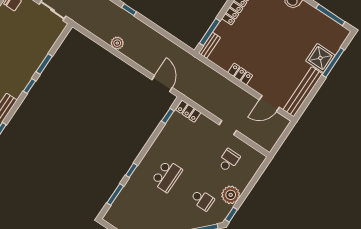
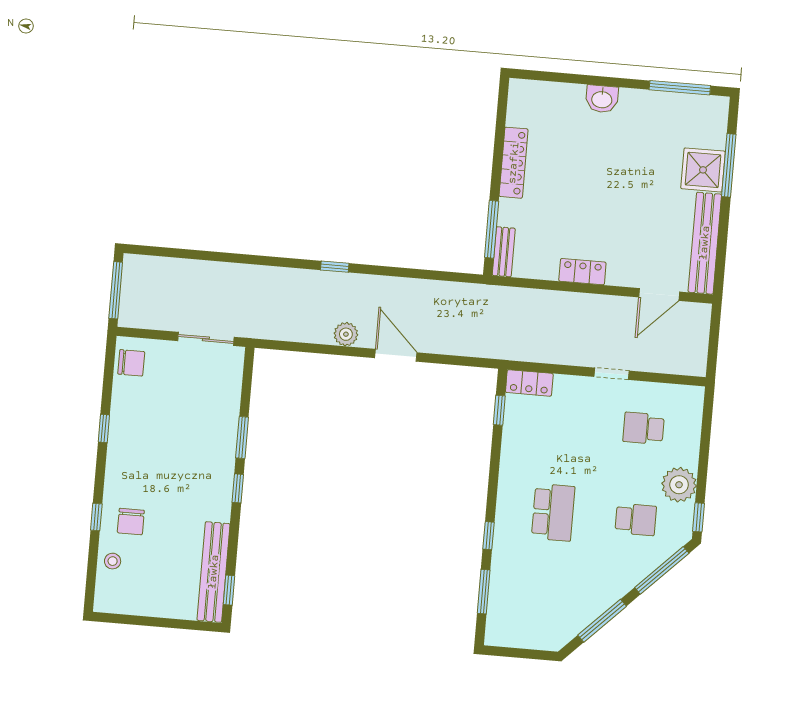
door: (162, 84) -> (396, 355), moved
school desk: (229, 160) -> (644, 428), turned -90

